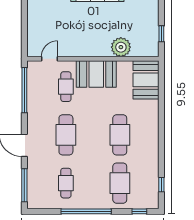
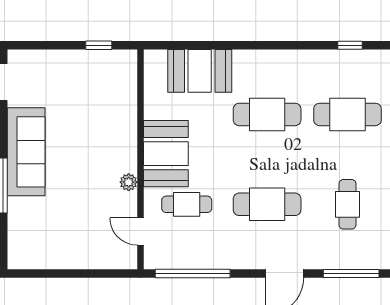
plant: (121, 47) -> (129, 182), moved, width x0.53, depth x0.53
booth: (146, 80) -> (200, 71), moved
cafe table: (66, 183) -> (347, 204), turned 90

